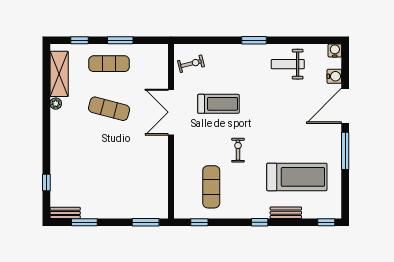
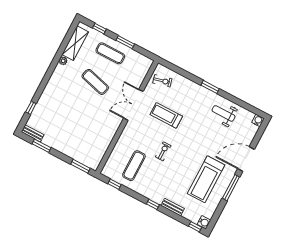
water cooler: (334, 76) -> (204, 222), moved
treadmill: (218, 104) -> (166, 115), turned 180
treadmill: (297, 177) -> (206, 179), moved, turned 90

